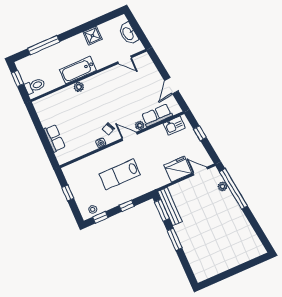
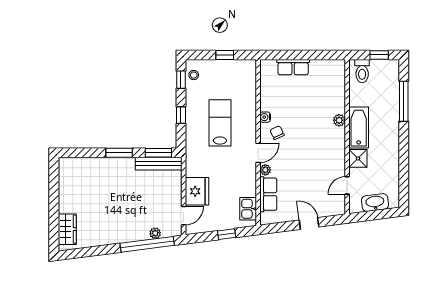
shower: (92, 36) -> (358, 158), moved
door: (171, 86) -> (309, 223), moved
wardrobe: (248, 253) -> (67, 229), added

